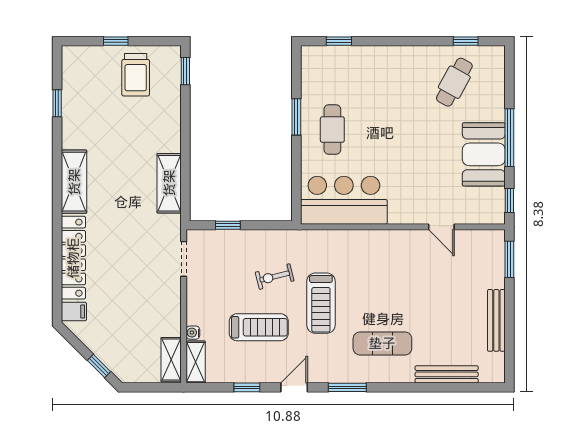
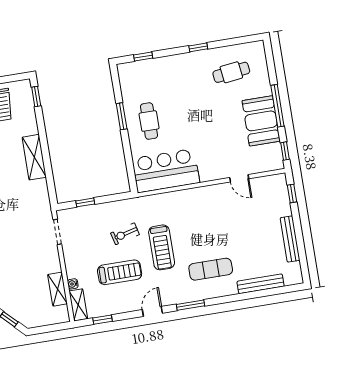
window: (466, 41) -> (198, 47), moved
cafe table: (454, 82) -> (231, 72), turned 54
shelving: (169, 183) -> (34, 157), moved
window: (509, 259) -> (292, 193), width x0.67
shelving: (171, 360) -> (58, 289), moved
window: (247, 387) -> (103, 320), moved

